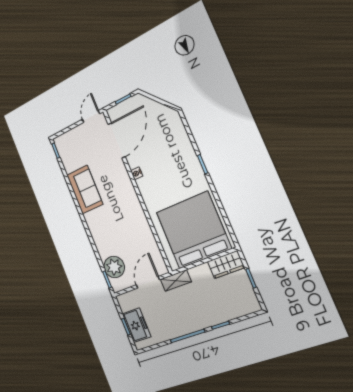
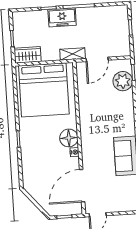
floor lamp: (148, 186) -> (69, 138), added
freezer: (136, 325) -> (62, 17), moved, turned -90

